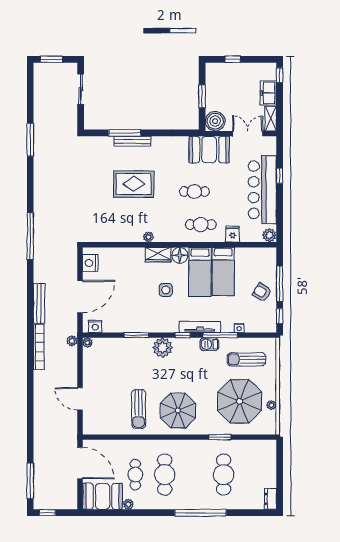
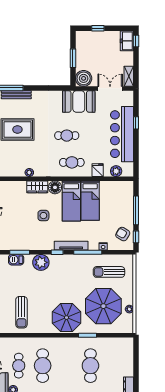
freezer: (268, 93) -> (127, 41), moved
plant: (269, 235) -> (116, 171), moved
armchair: (262, 292) -> (123, 234), moved
barbecue: (209, 344) -> (16, 260), moved
parasol: (178, 410) -> (67, 318), moved

